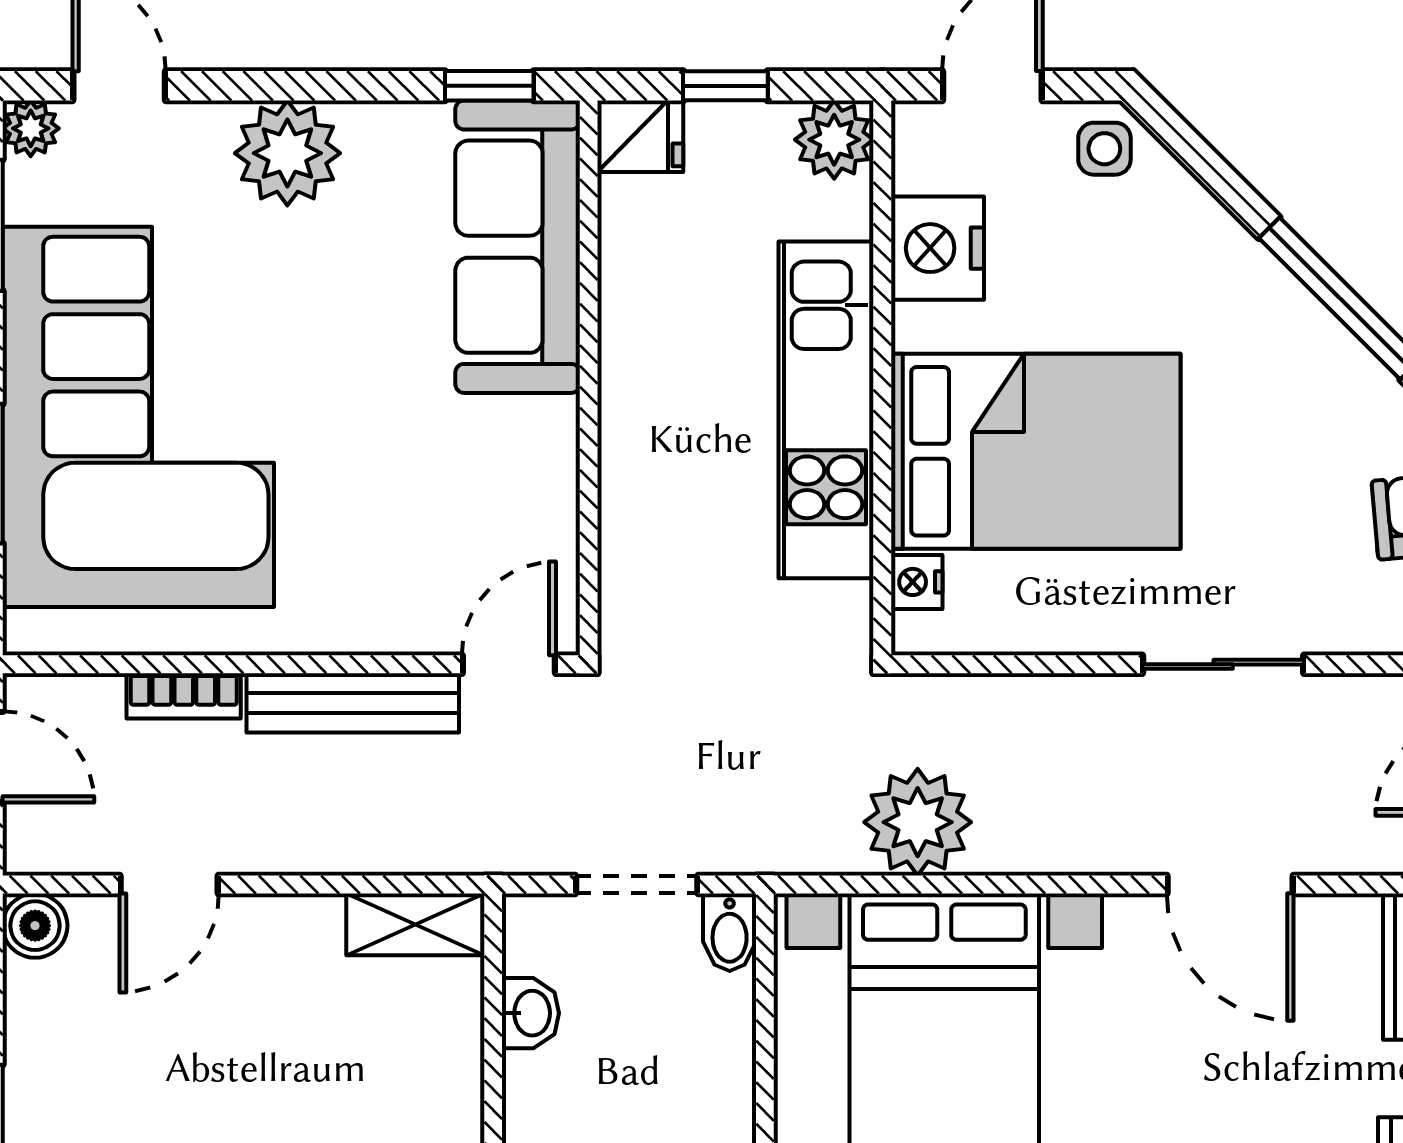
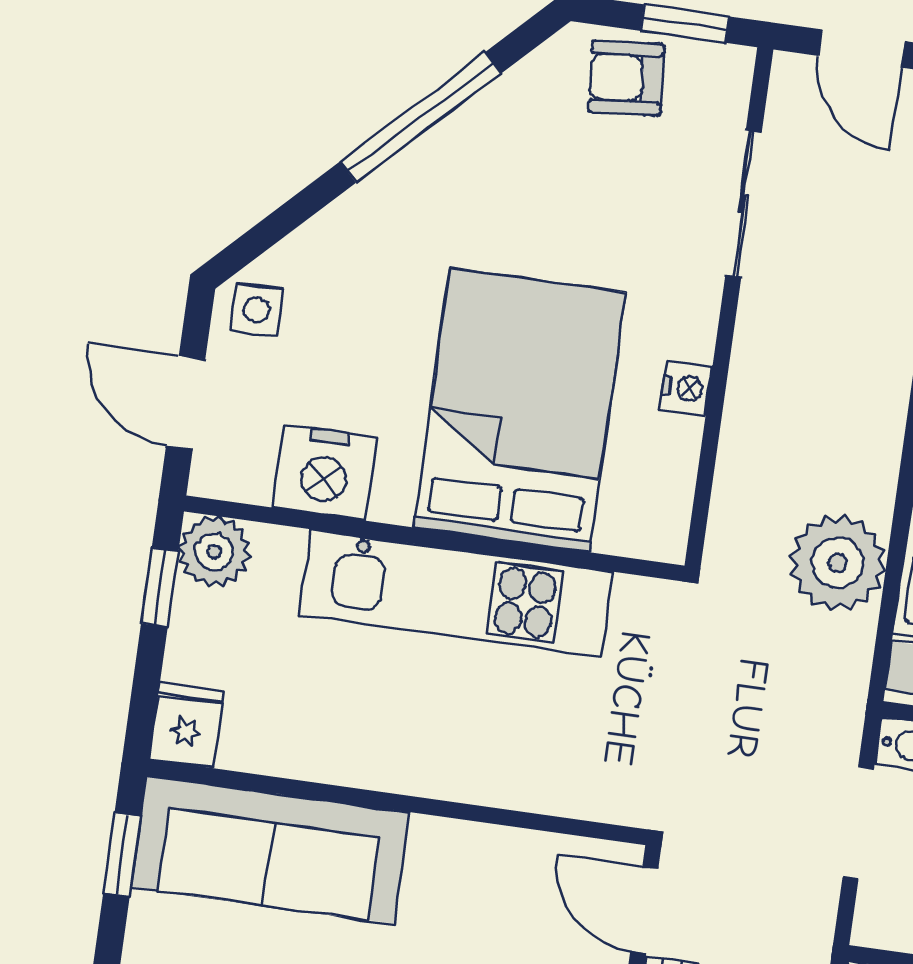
window: (725, 86) -> (160, 587), moved
nightstand: (917, 582) -> (686, 388), moved, turned -90
sliding door: (1223, 664) -> (743, 204), moved

